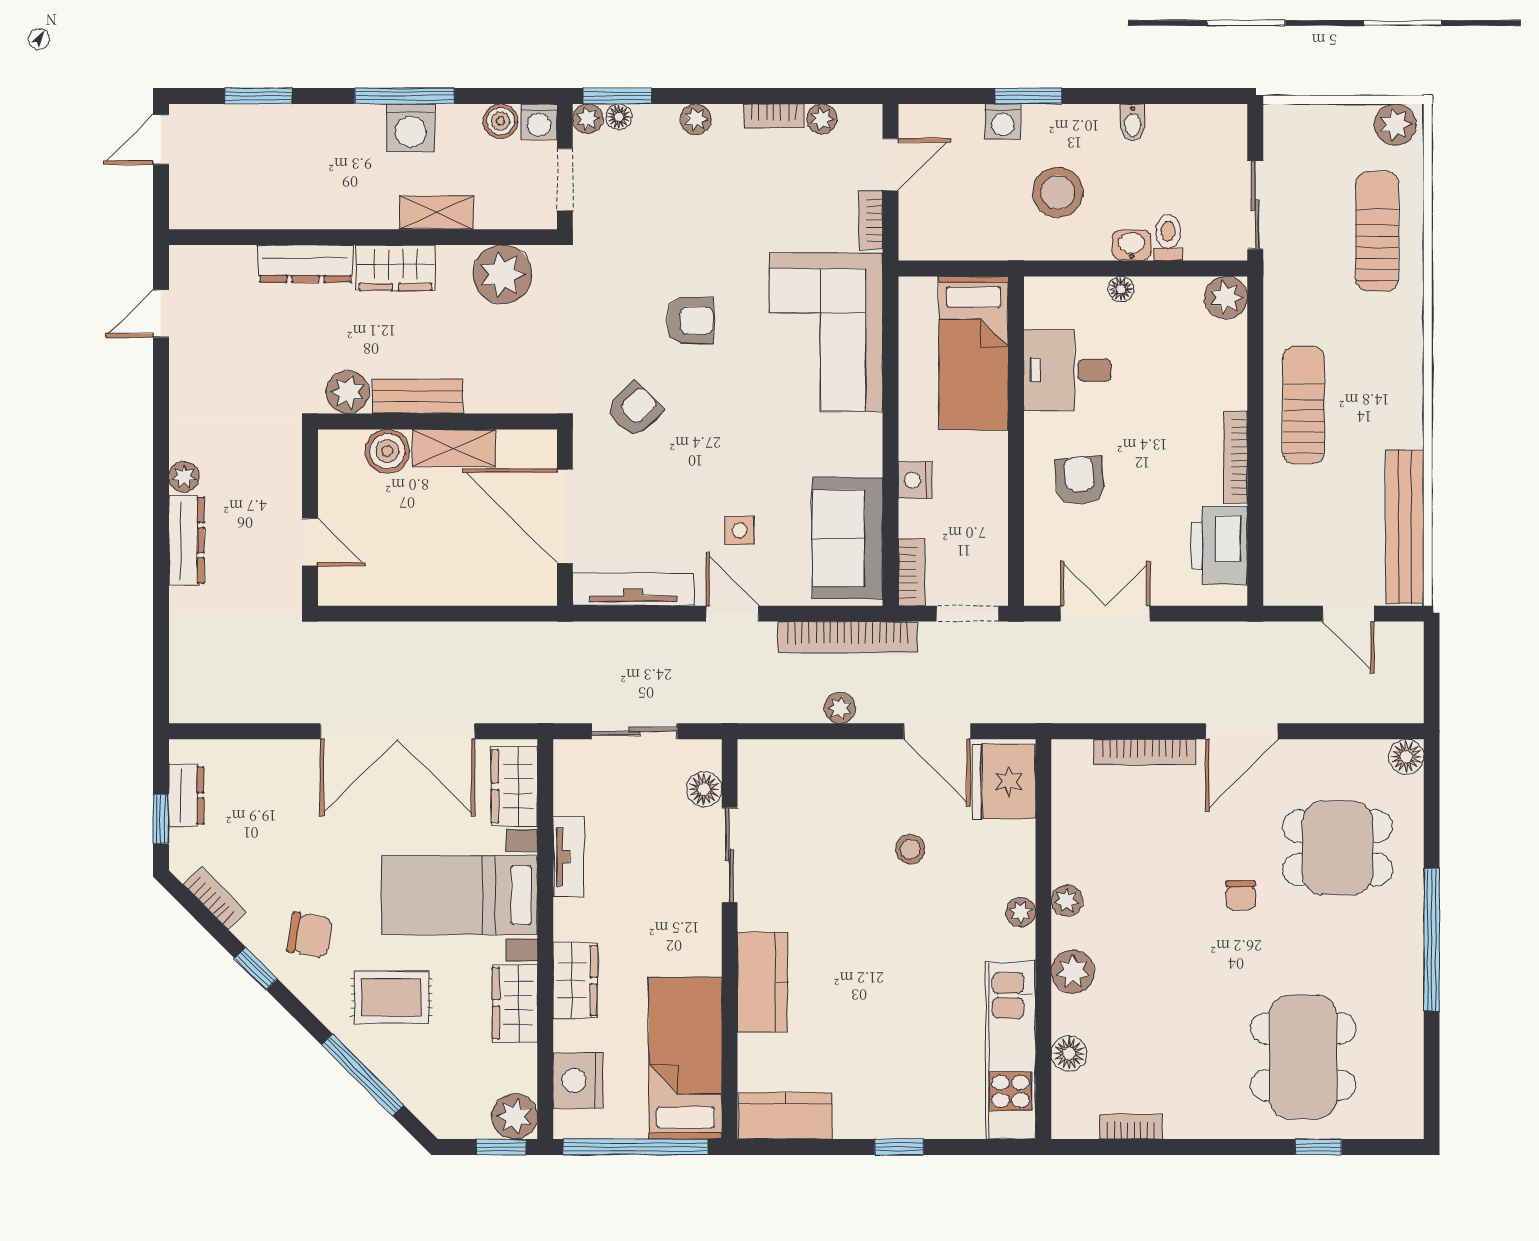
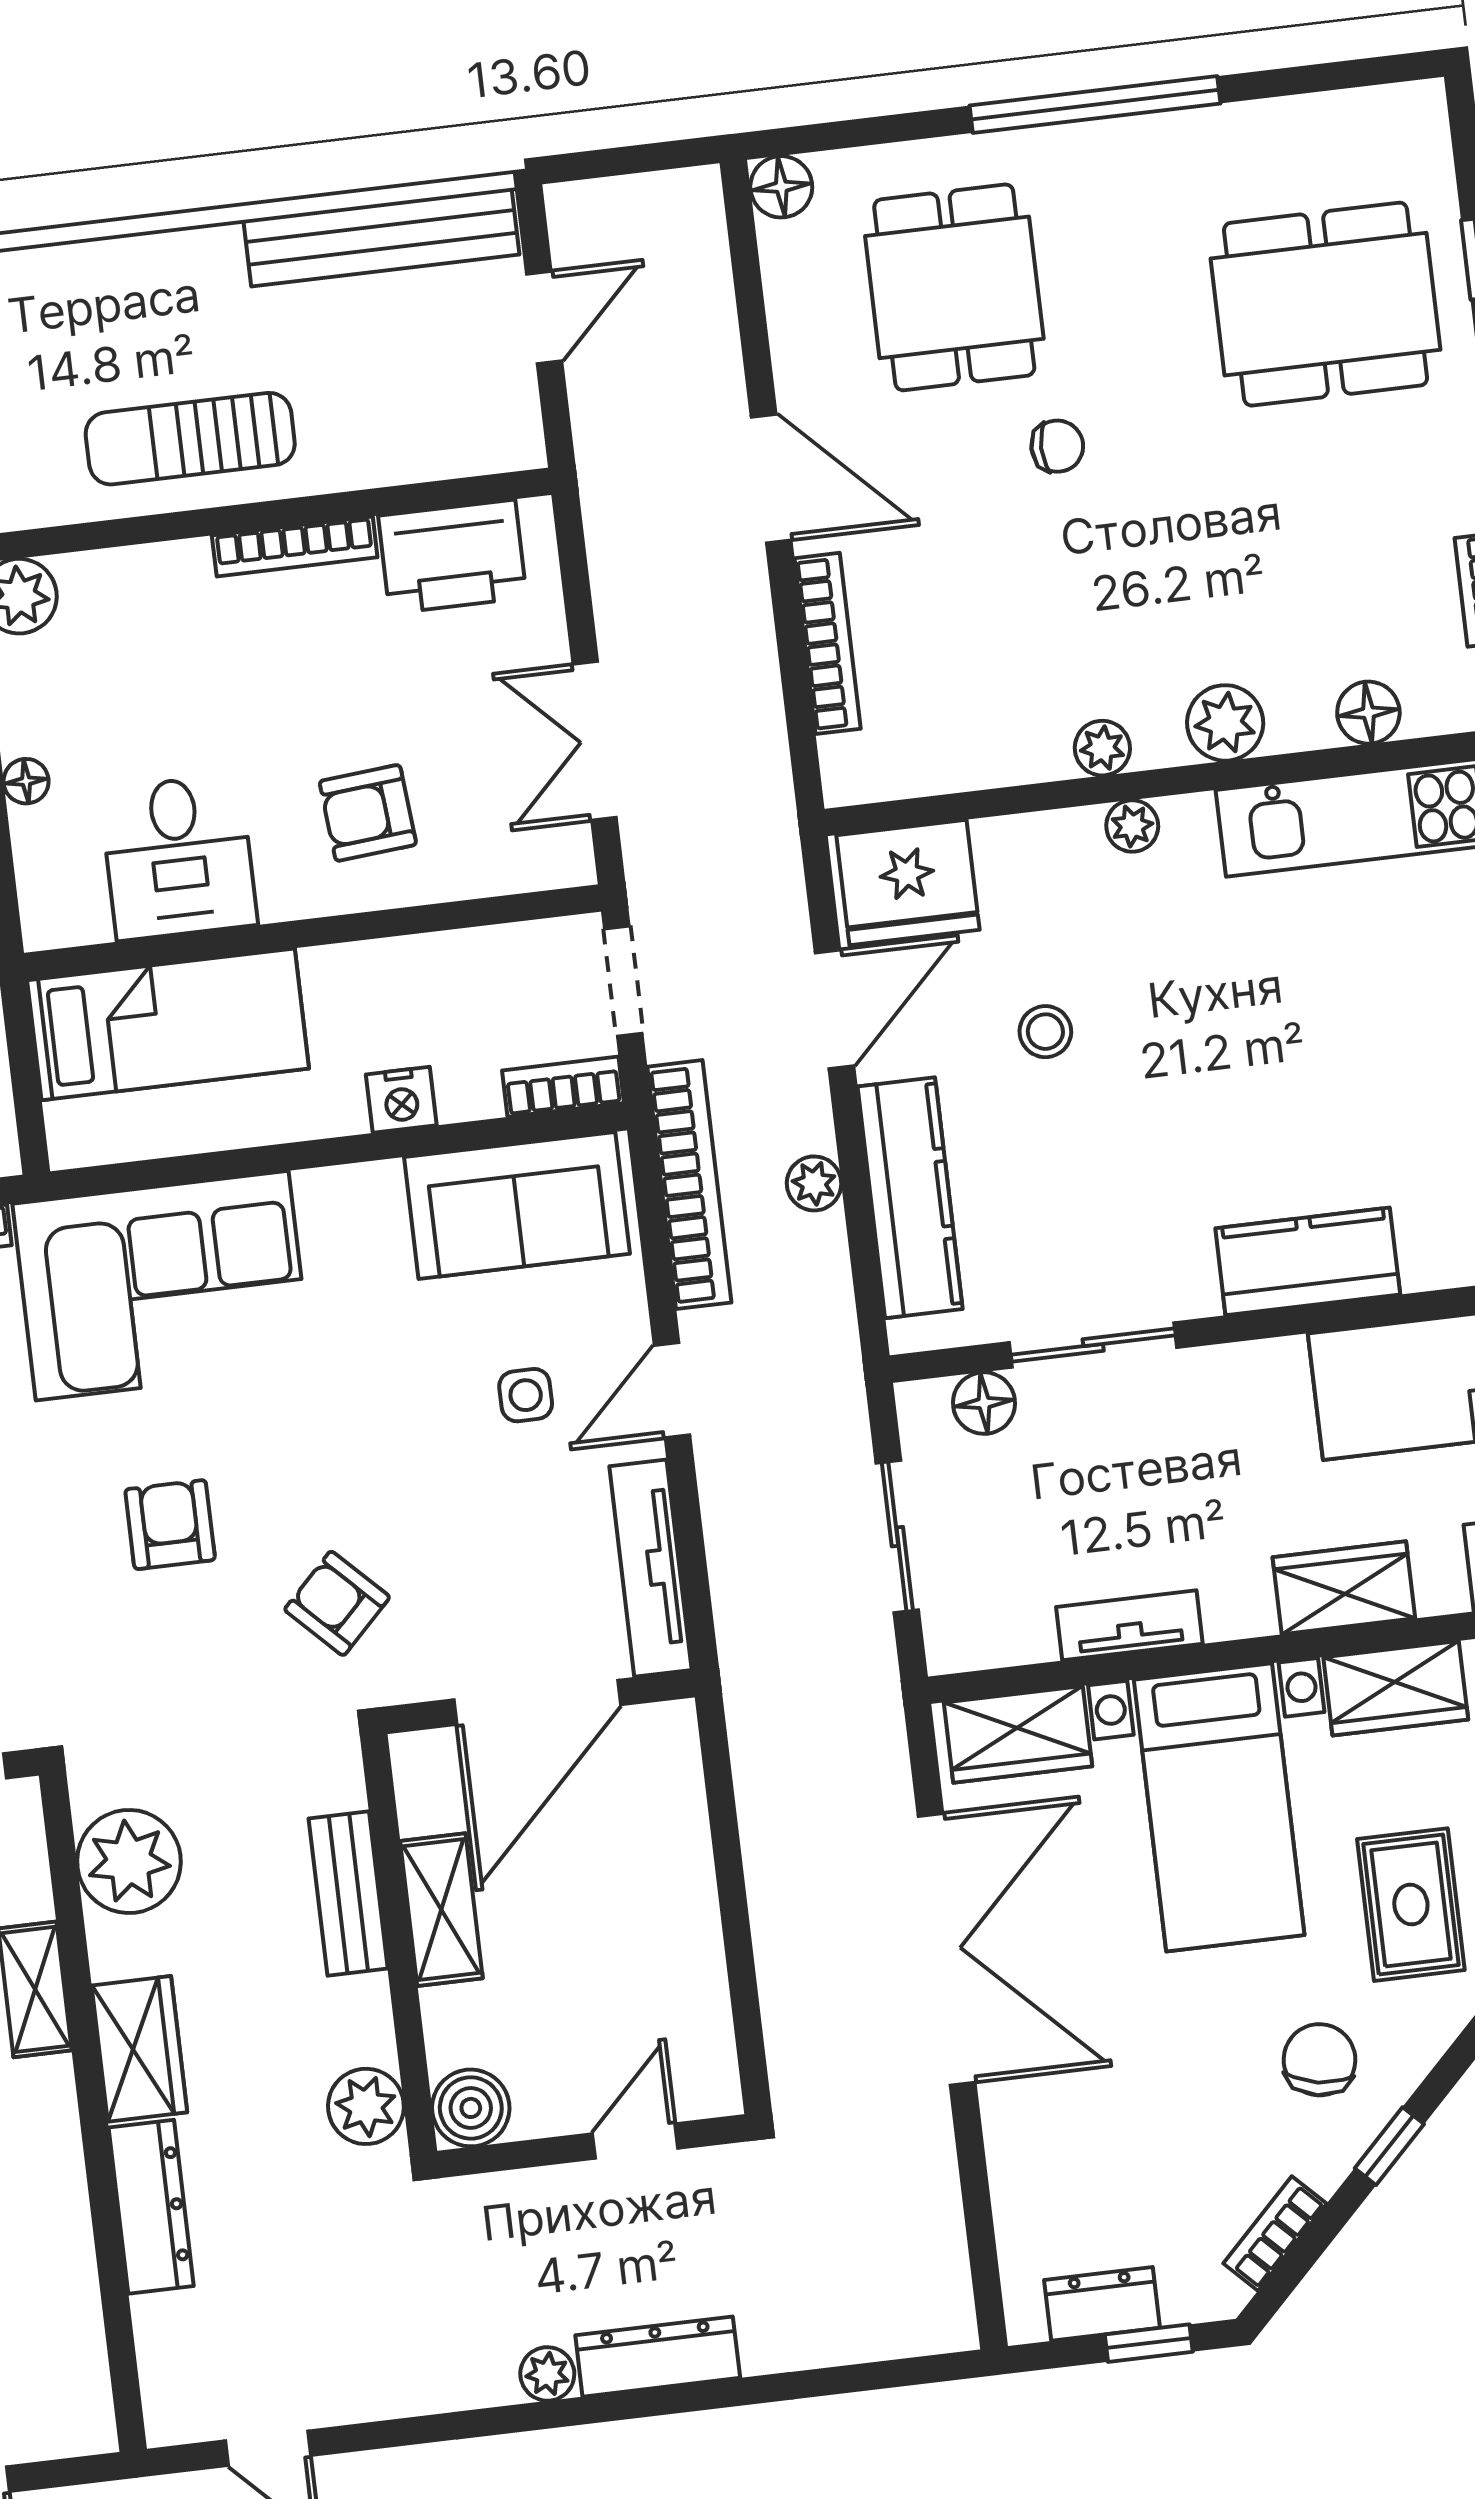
bench: (418, 396) -> (348, 1894), moved
boiler: (387, 451) -> (471, 2108), moved
kitchen counter: (825, 761) -> (910, 1198), added

